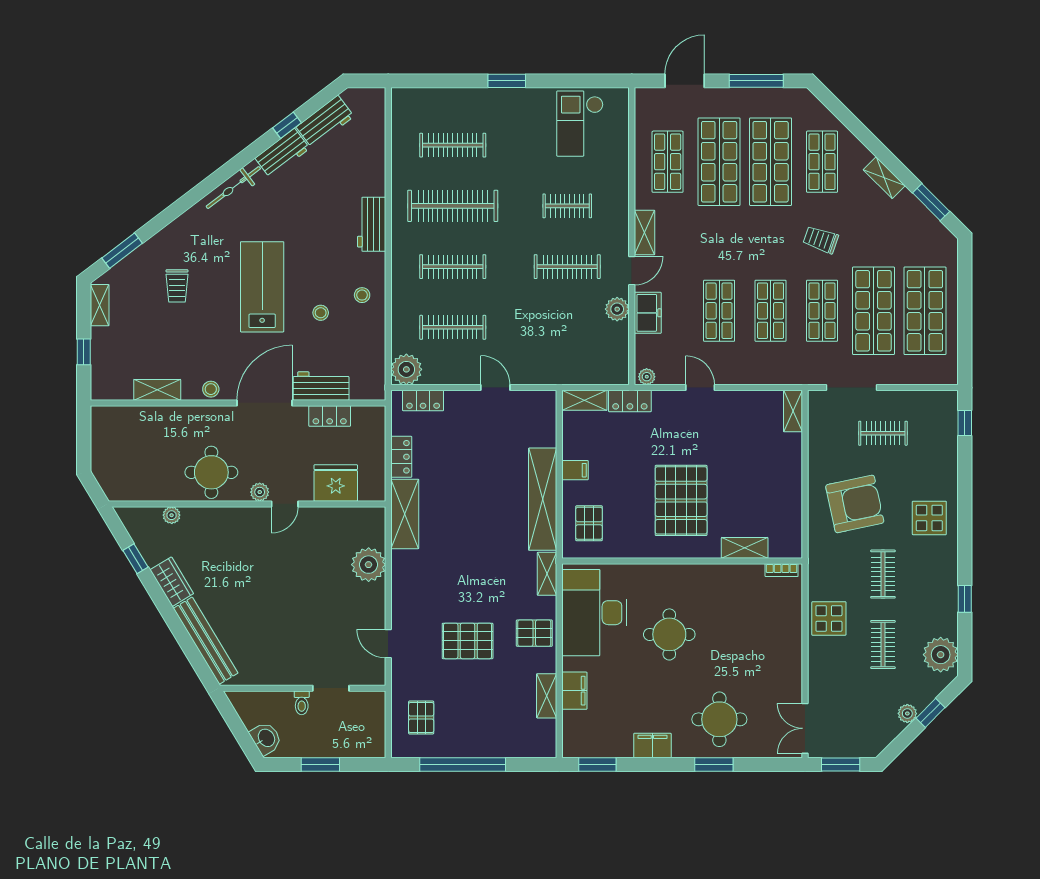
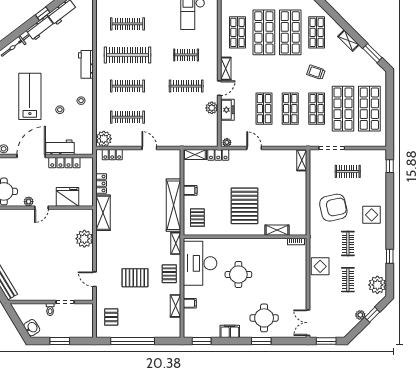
locker: (330, 416) -> (64, 163), width x1.53
pallet: (534, 633) -> (169, 274), turned 90
filing cabinet: (574, 691) -> (190, 303), width x0.50

